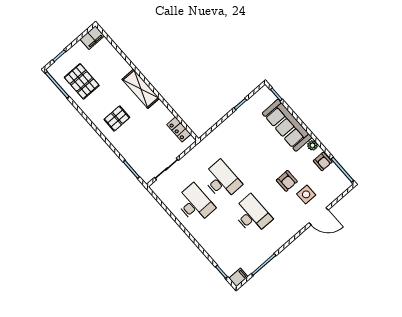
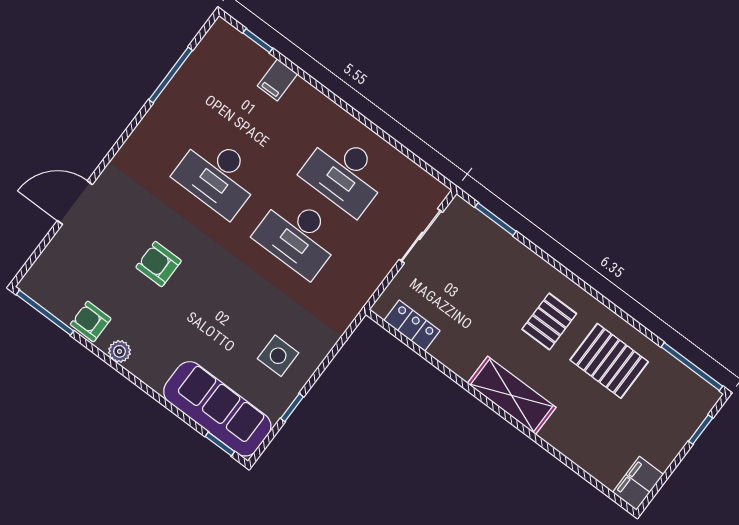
pallet: (82, 81) -> (609, 361), moved
sofa: (287, 125) -> (217, 409), moved
side table: (306, 194) -> (278, 356), moved
filing cabinet: (238, 277) -> (277, 80), moved

